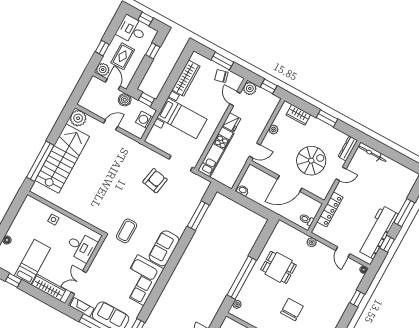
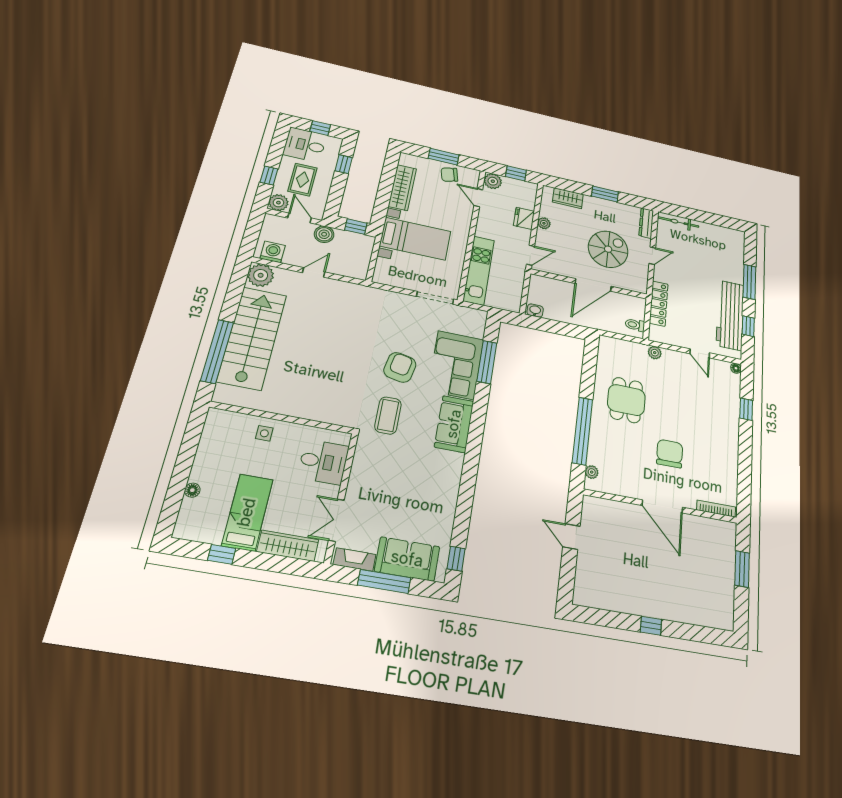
washing machine: (144, 120) -> (273, 252), moved, turned 90
fridge: (232, 122) -> (524, 218), moved, turned 180
armchair: (155, 181) -> (400, 367), moved
dining table: (279, 267) -> (626, 400), turned 90
corner sofa: (141, 280) -> (456, 365), moved

